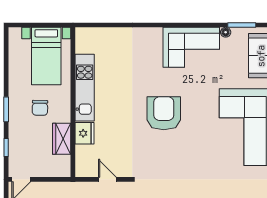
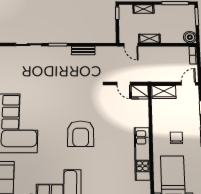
fridge: (85, 133) -> (140, 92), moved, turned -90
wardrobe: (62, 139) -> (164, 92), moved, turned 90

